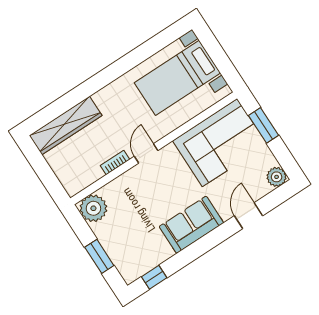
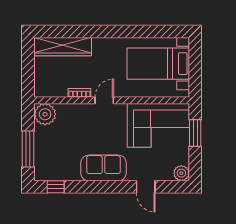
door: (248, 216) -> (146, 187), swing flipped
window: (99, 256) -> (28, 149), width x1.44

